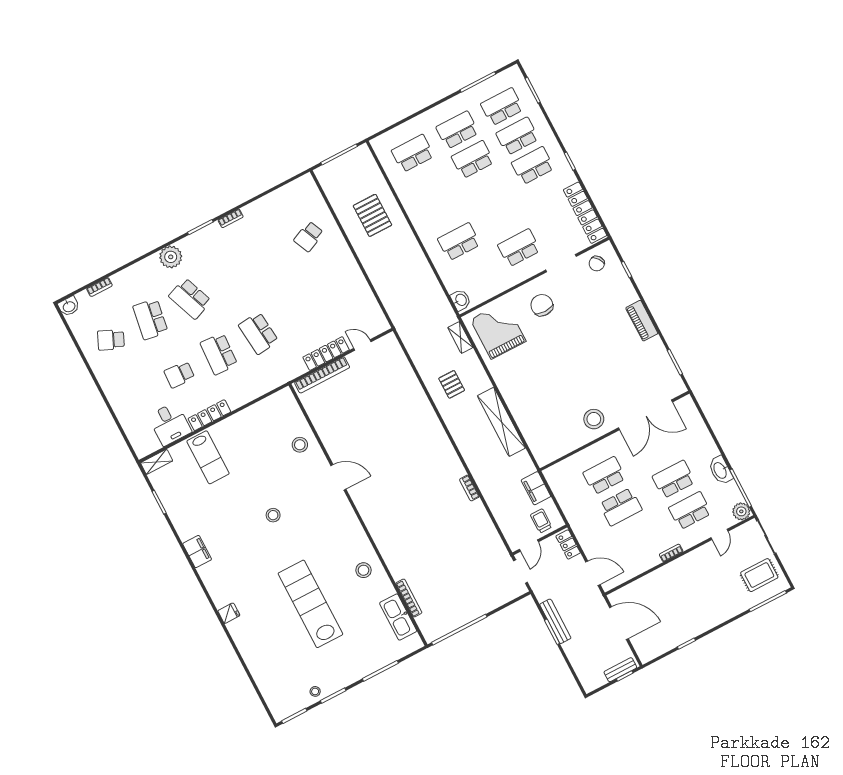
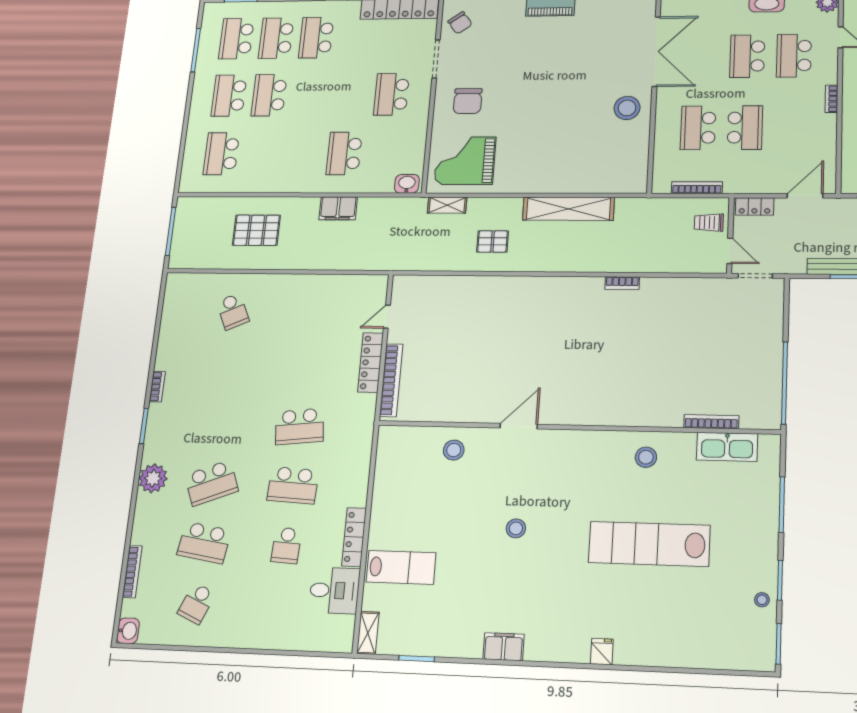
bookcase: (99, 287) -> (132, 572), width x1.56
chair: (542, 305) -> (468, 101), turned -90
filing cabinet: (536, 488) -> (338, 208), moved
bookcase: (561, 499) -> (697, 188), added

